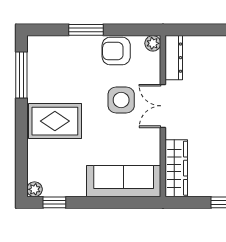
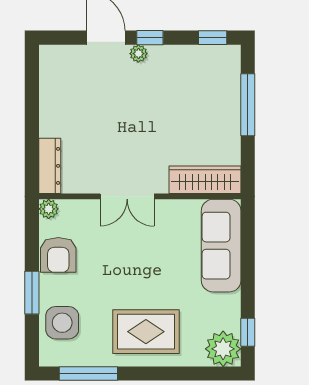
dresser: (174, 58) -> (50, 166), moved, turned 90
side table: (121, 100) -> (62, 323), moved
rug: (55, 121) -> (146, 332), turned 90
plant: (35, 189) -> (223, 349), width x1.88, depth x1.88

